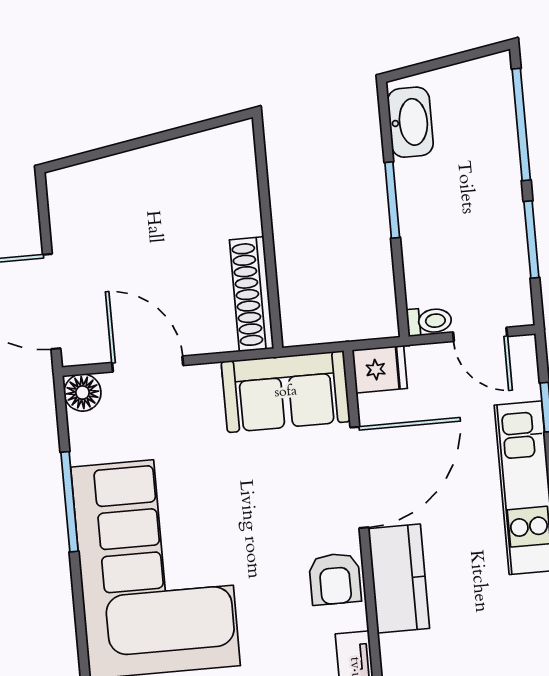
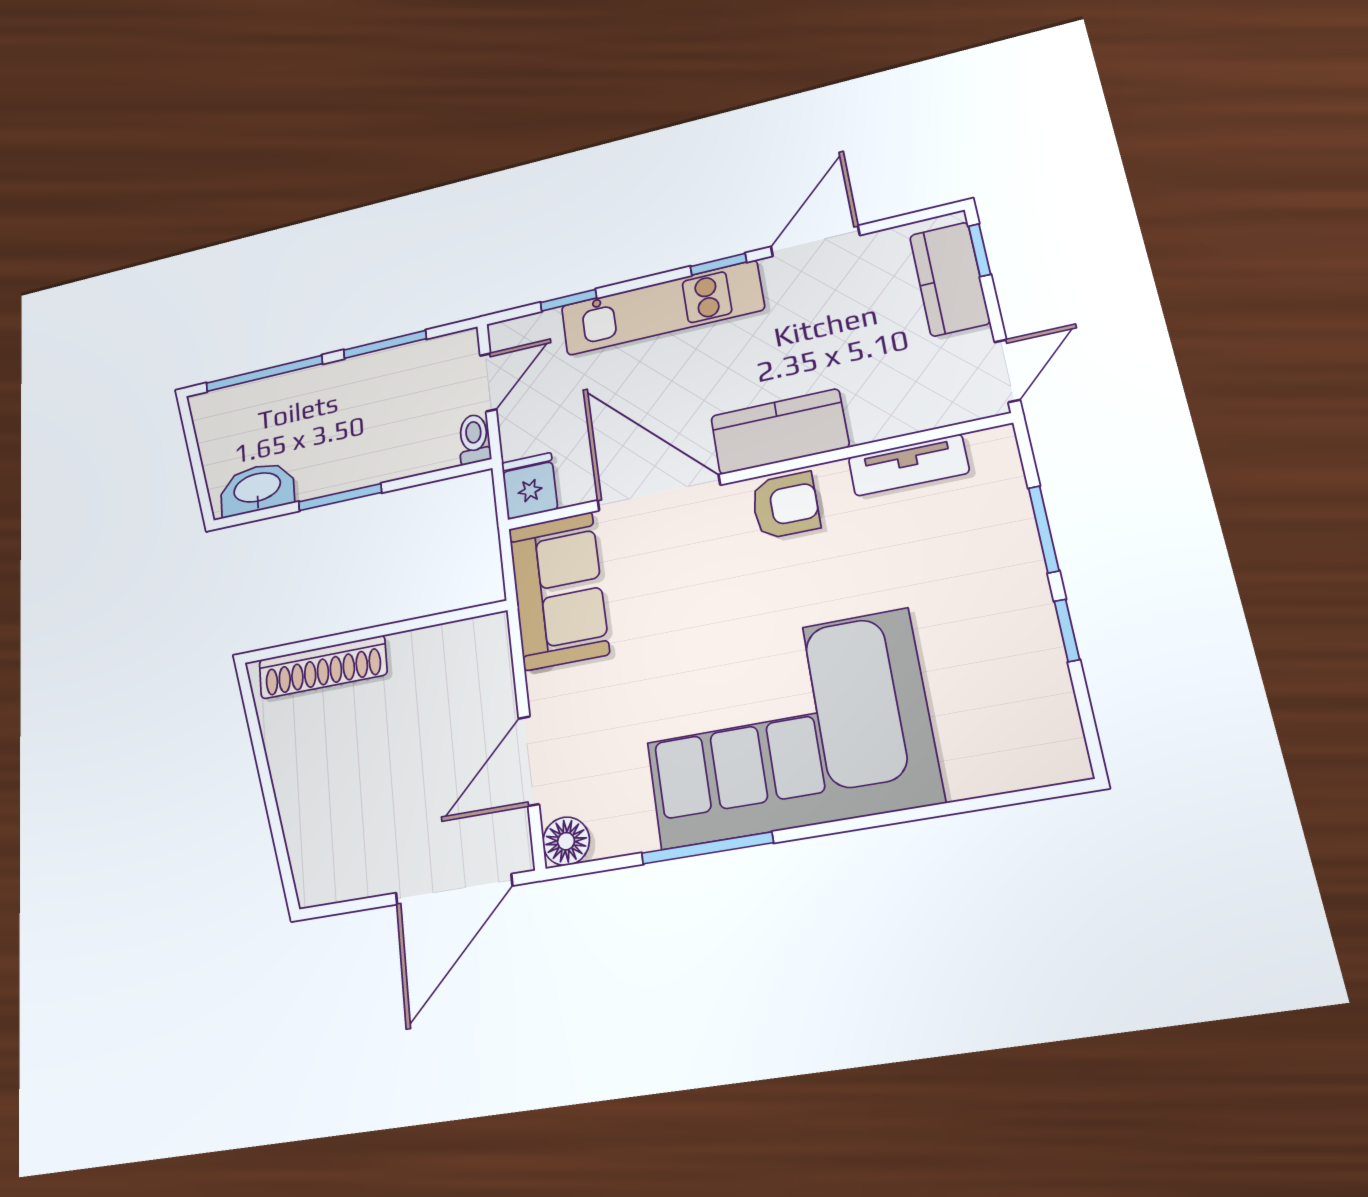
shoe rack: (252, 294) -> (323, 667), moved

